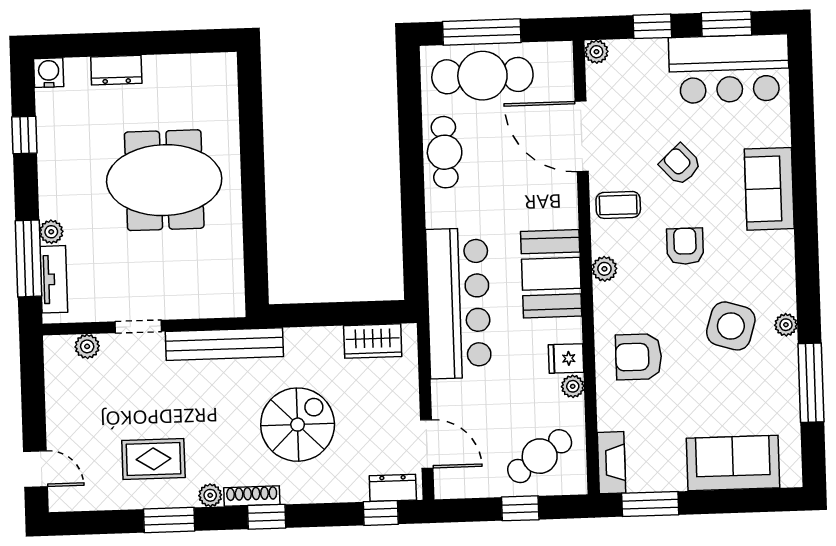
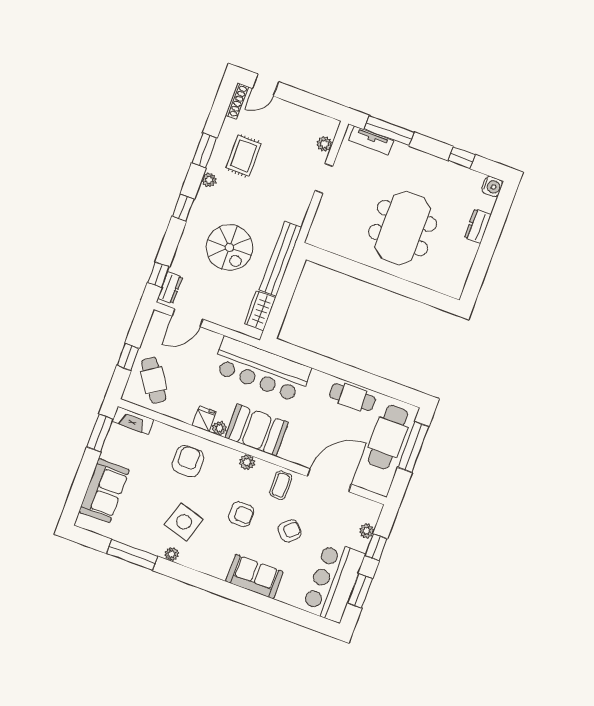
plant: (596, 52) -> (367, 531), moved
plant: (51, 232) -> (399, 150), removed
bench: (224, 344) -> (281, 259), moved
plant: (573, 386) -> (219, 428), moved
shoe rack: (252, 496) -> (237, 101), moved

